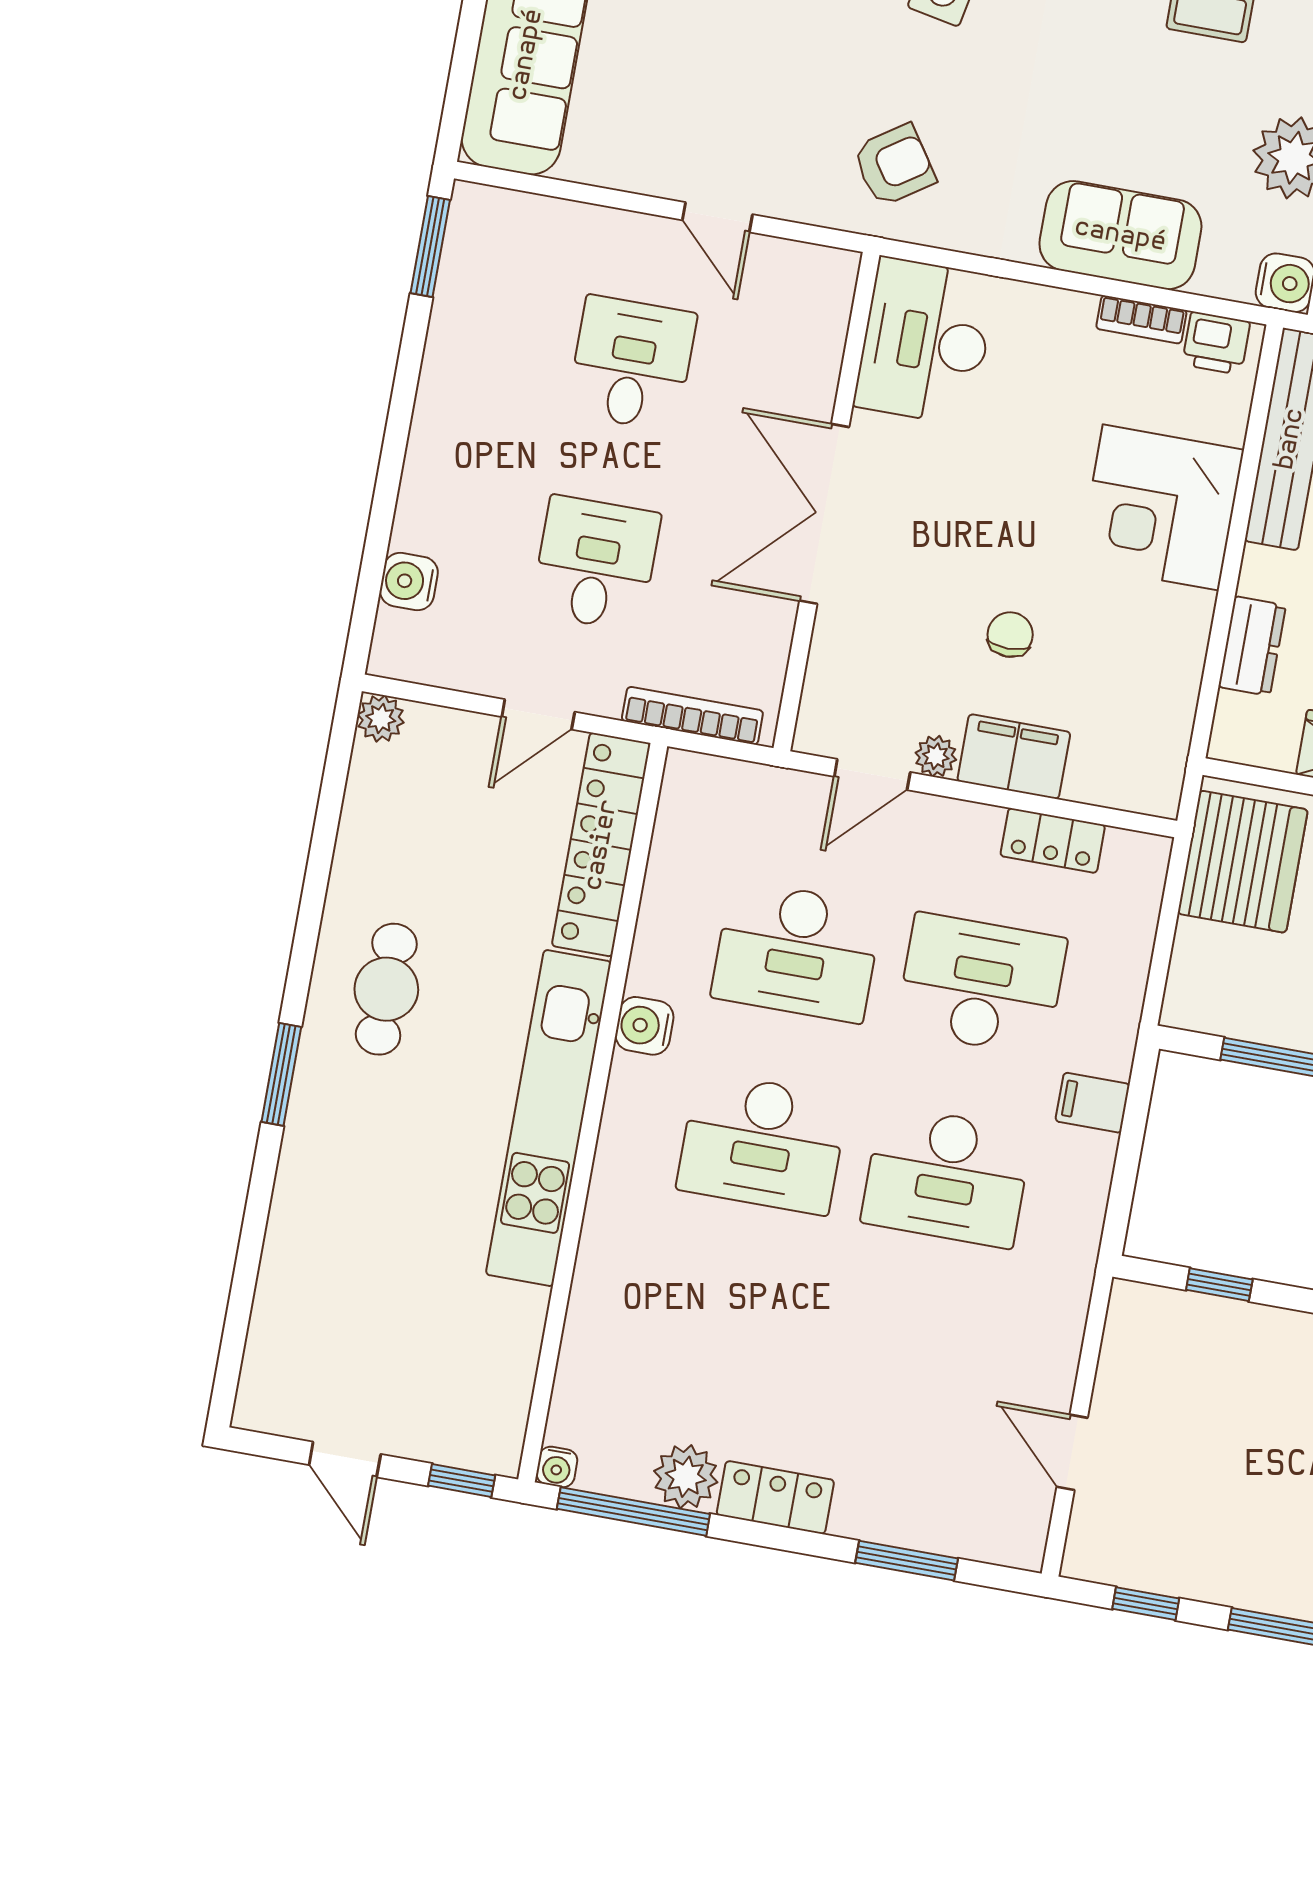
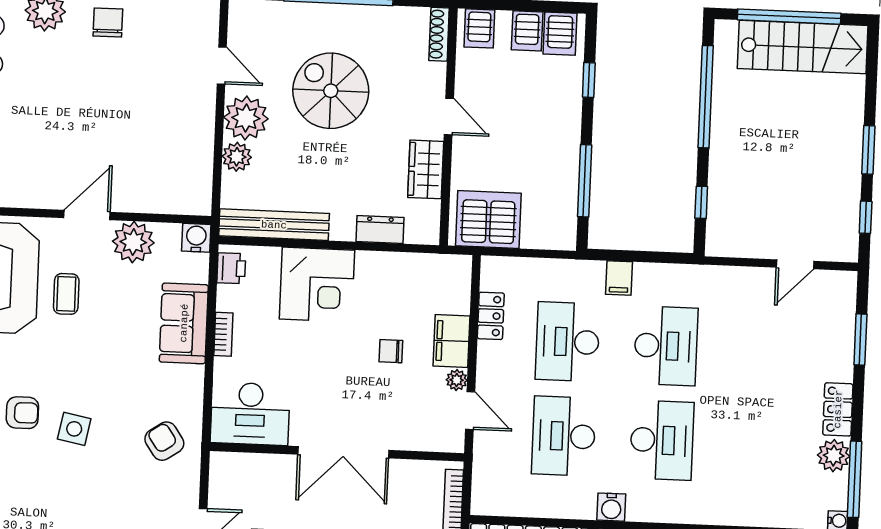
bookcase: (1141, 320) -> (223, 334), moved
desk: (797, 951) -> (564, 436), turned 180

